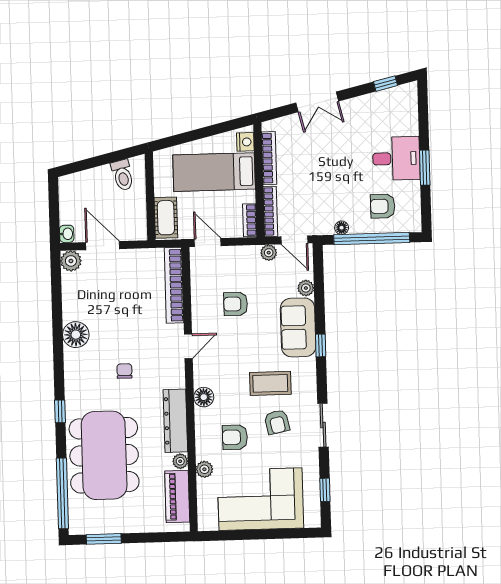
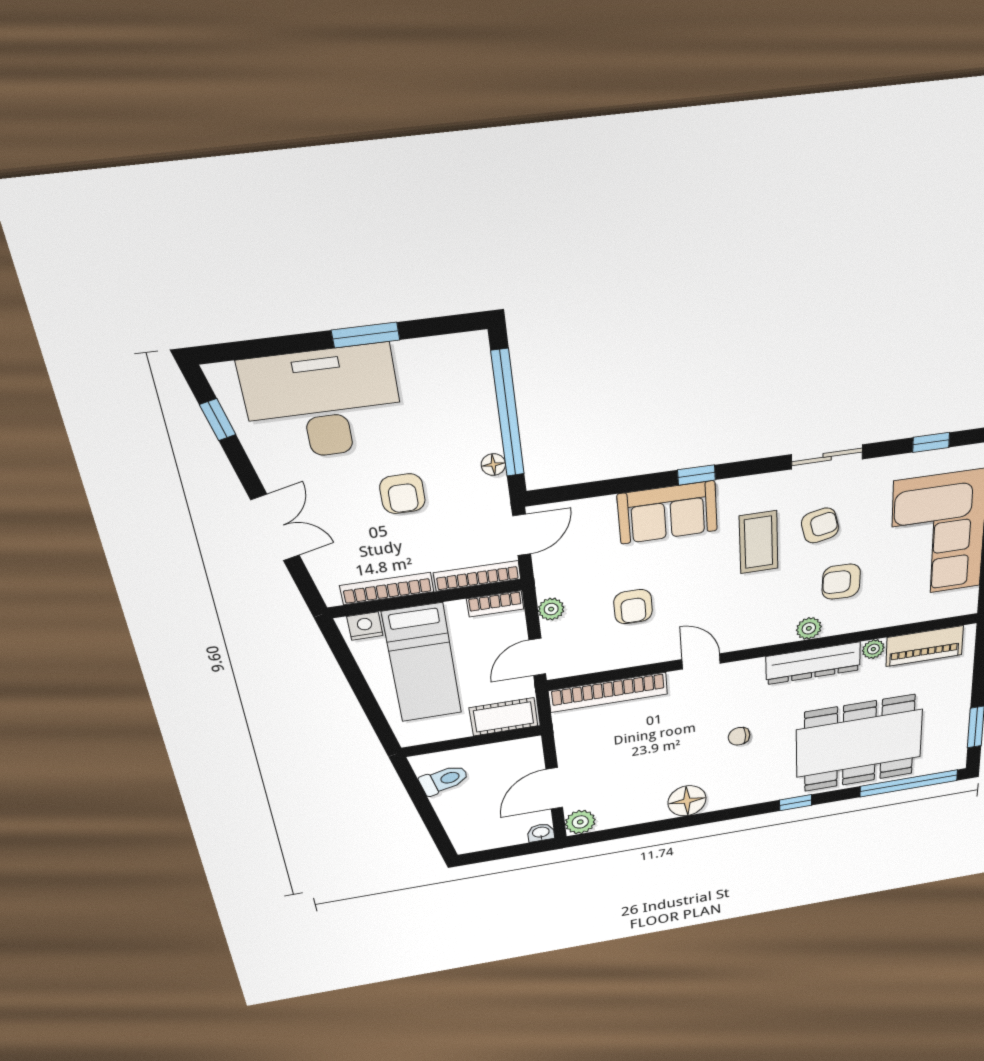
desk: (396, 158) -> (323, 403), width x1.87, depth x1.30
armchair: (383, 206) -> (402, 494), moved
plant: (269, 253) -> (551, 609), moved
plant: (306, 288) -> (602, 508), removed
floor lamp: (204, 397) -> (779, 631), removed
armchair: (235, 437) -> (841, 582), turned 92
plant: (204, 469) -> (809, 628), moved

